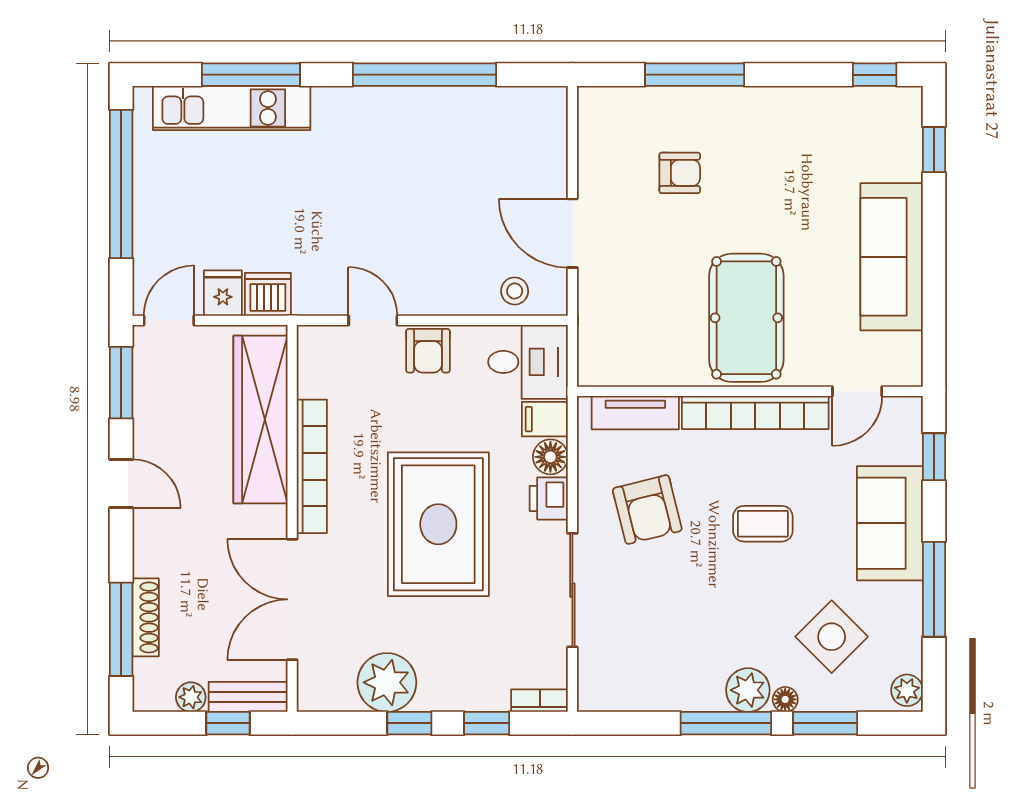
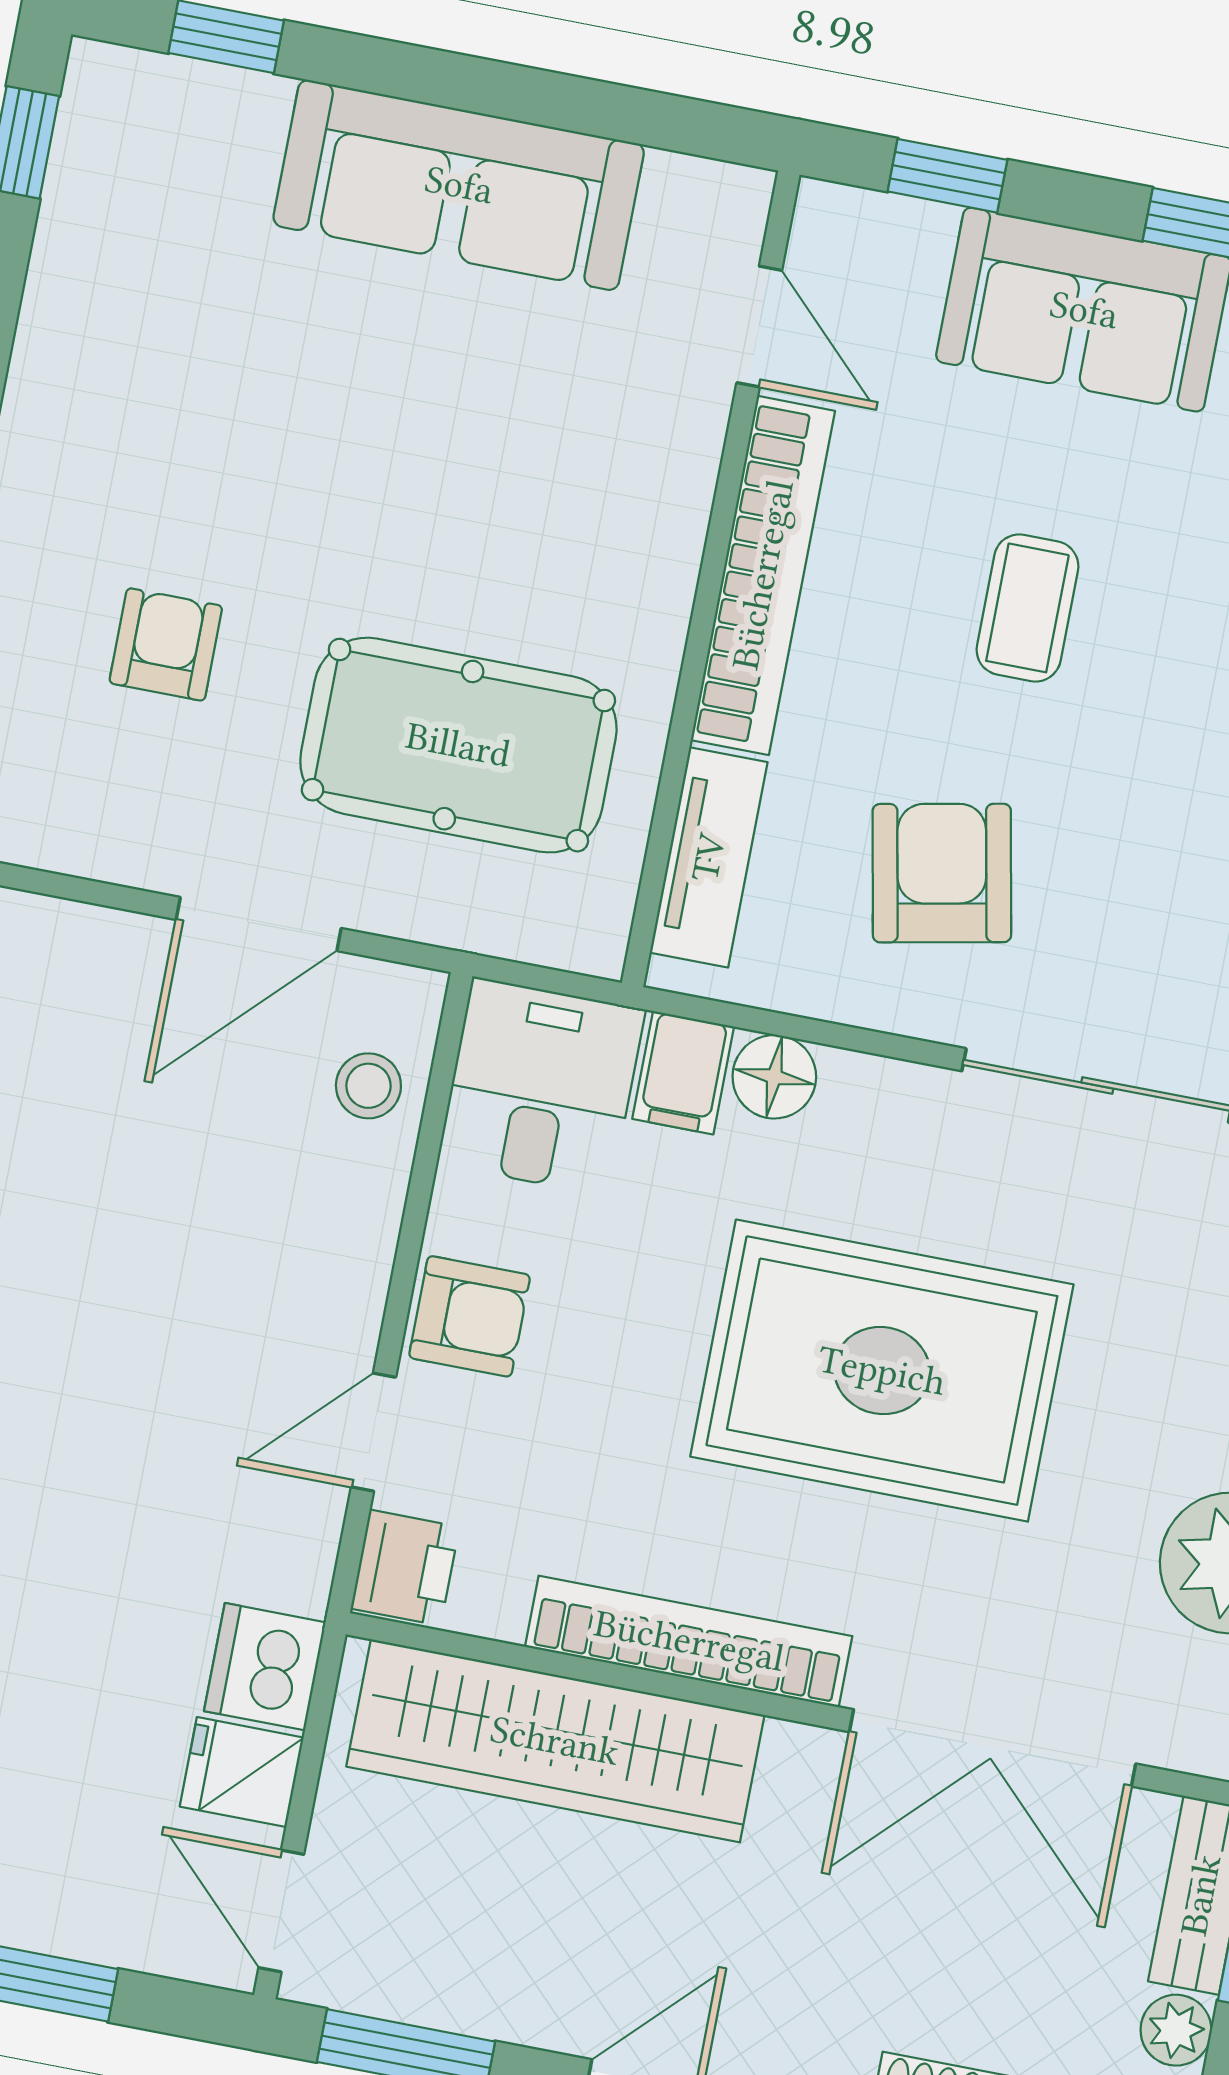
pool table: (746, 318) -> (458, 745), moved
printer: (549, 498) -> (405, 1568), moved, turned -90
armchair: (647, 510) -> (942, 873), turned -87

